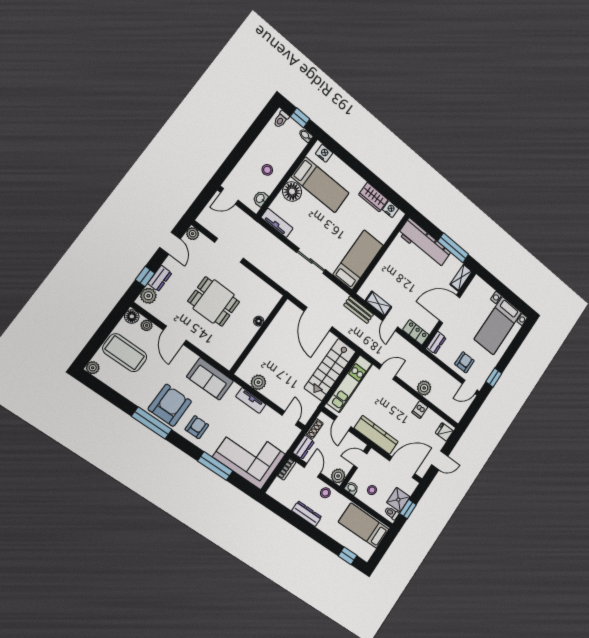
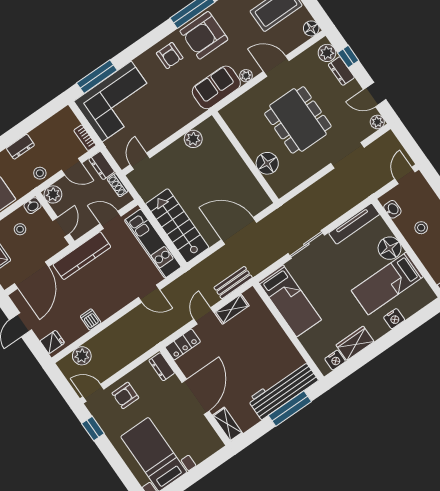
nightstand: (324, 153) -> (394, 319), moved
tv unit: (277, 223) -> (354, 224), width x1.41
window: (453, 248) -> (290, 409), moved
dining table: (214, 301) -> (298, 120), width x1.38
floor lamp: (259, 321) -> (267, 163), width x1.89, depth x1.89
door: (390, 324) -> (204, 316), hinge flipped
plant: (147, 325) -> (246, 76), moved
armchair: (464, 362) -> (125, 395), turned 90
door: (387, 372) -> (149, 294), hinge flipped
door: (470, 387) -> (93, 393), hinge flipped
plant: (424, 388) -> (82, 356), moved
tv unit: (251, 400) -> (176, 124), removed
armchair: (170, 405) -> (204, 35), turned 90
door: (290, 418) -> (140, 161), swing flipped
window: (215, 466) -> (97, 77), moved
dresser: (307, 514) -> (20, 147), width x0.70

